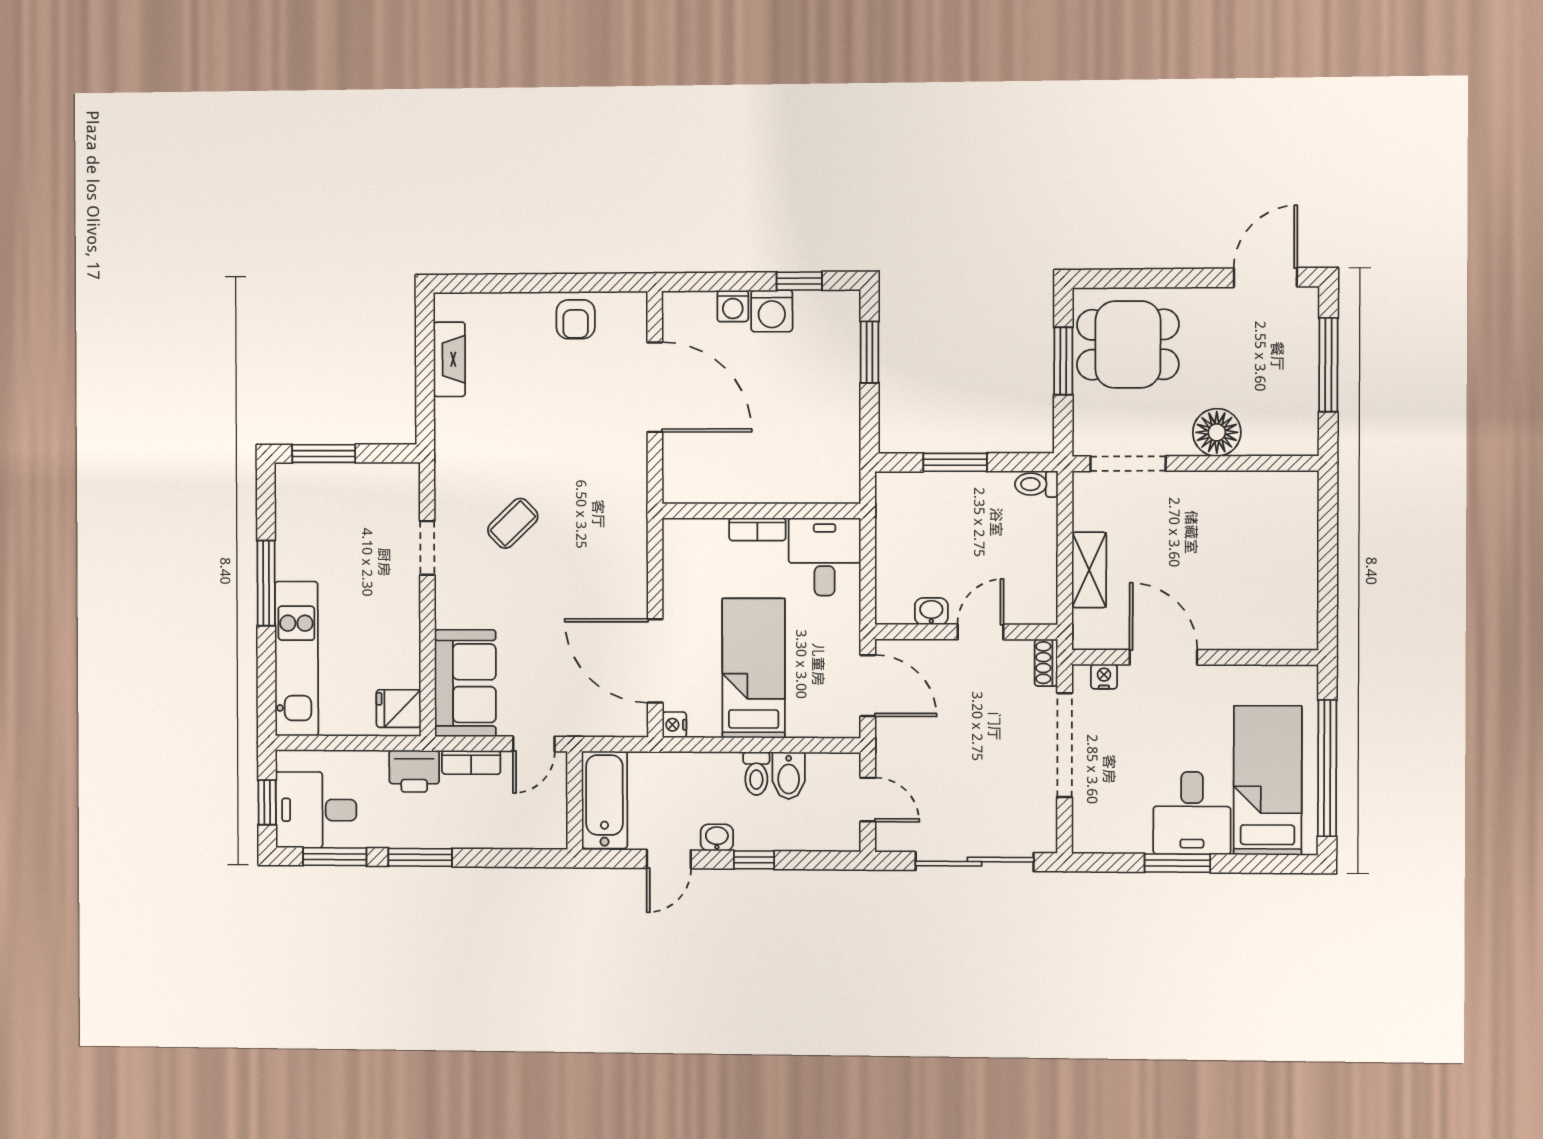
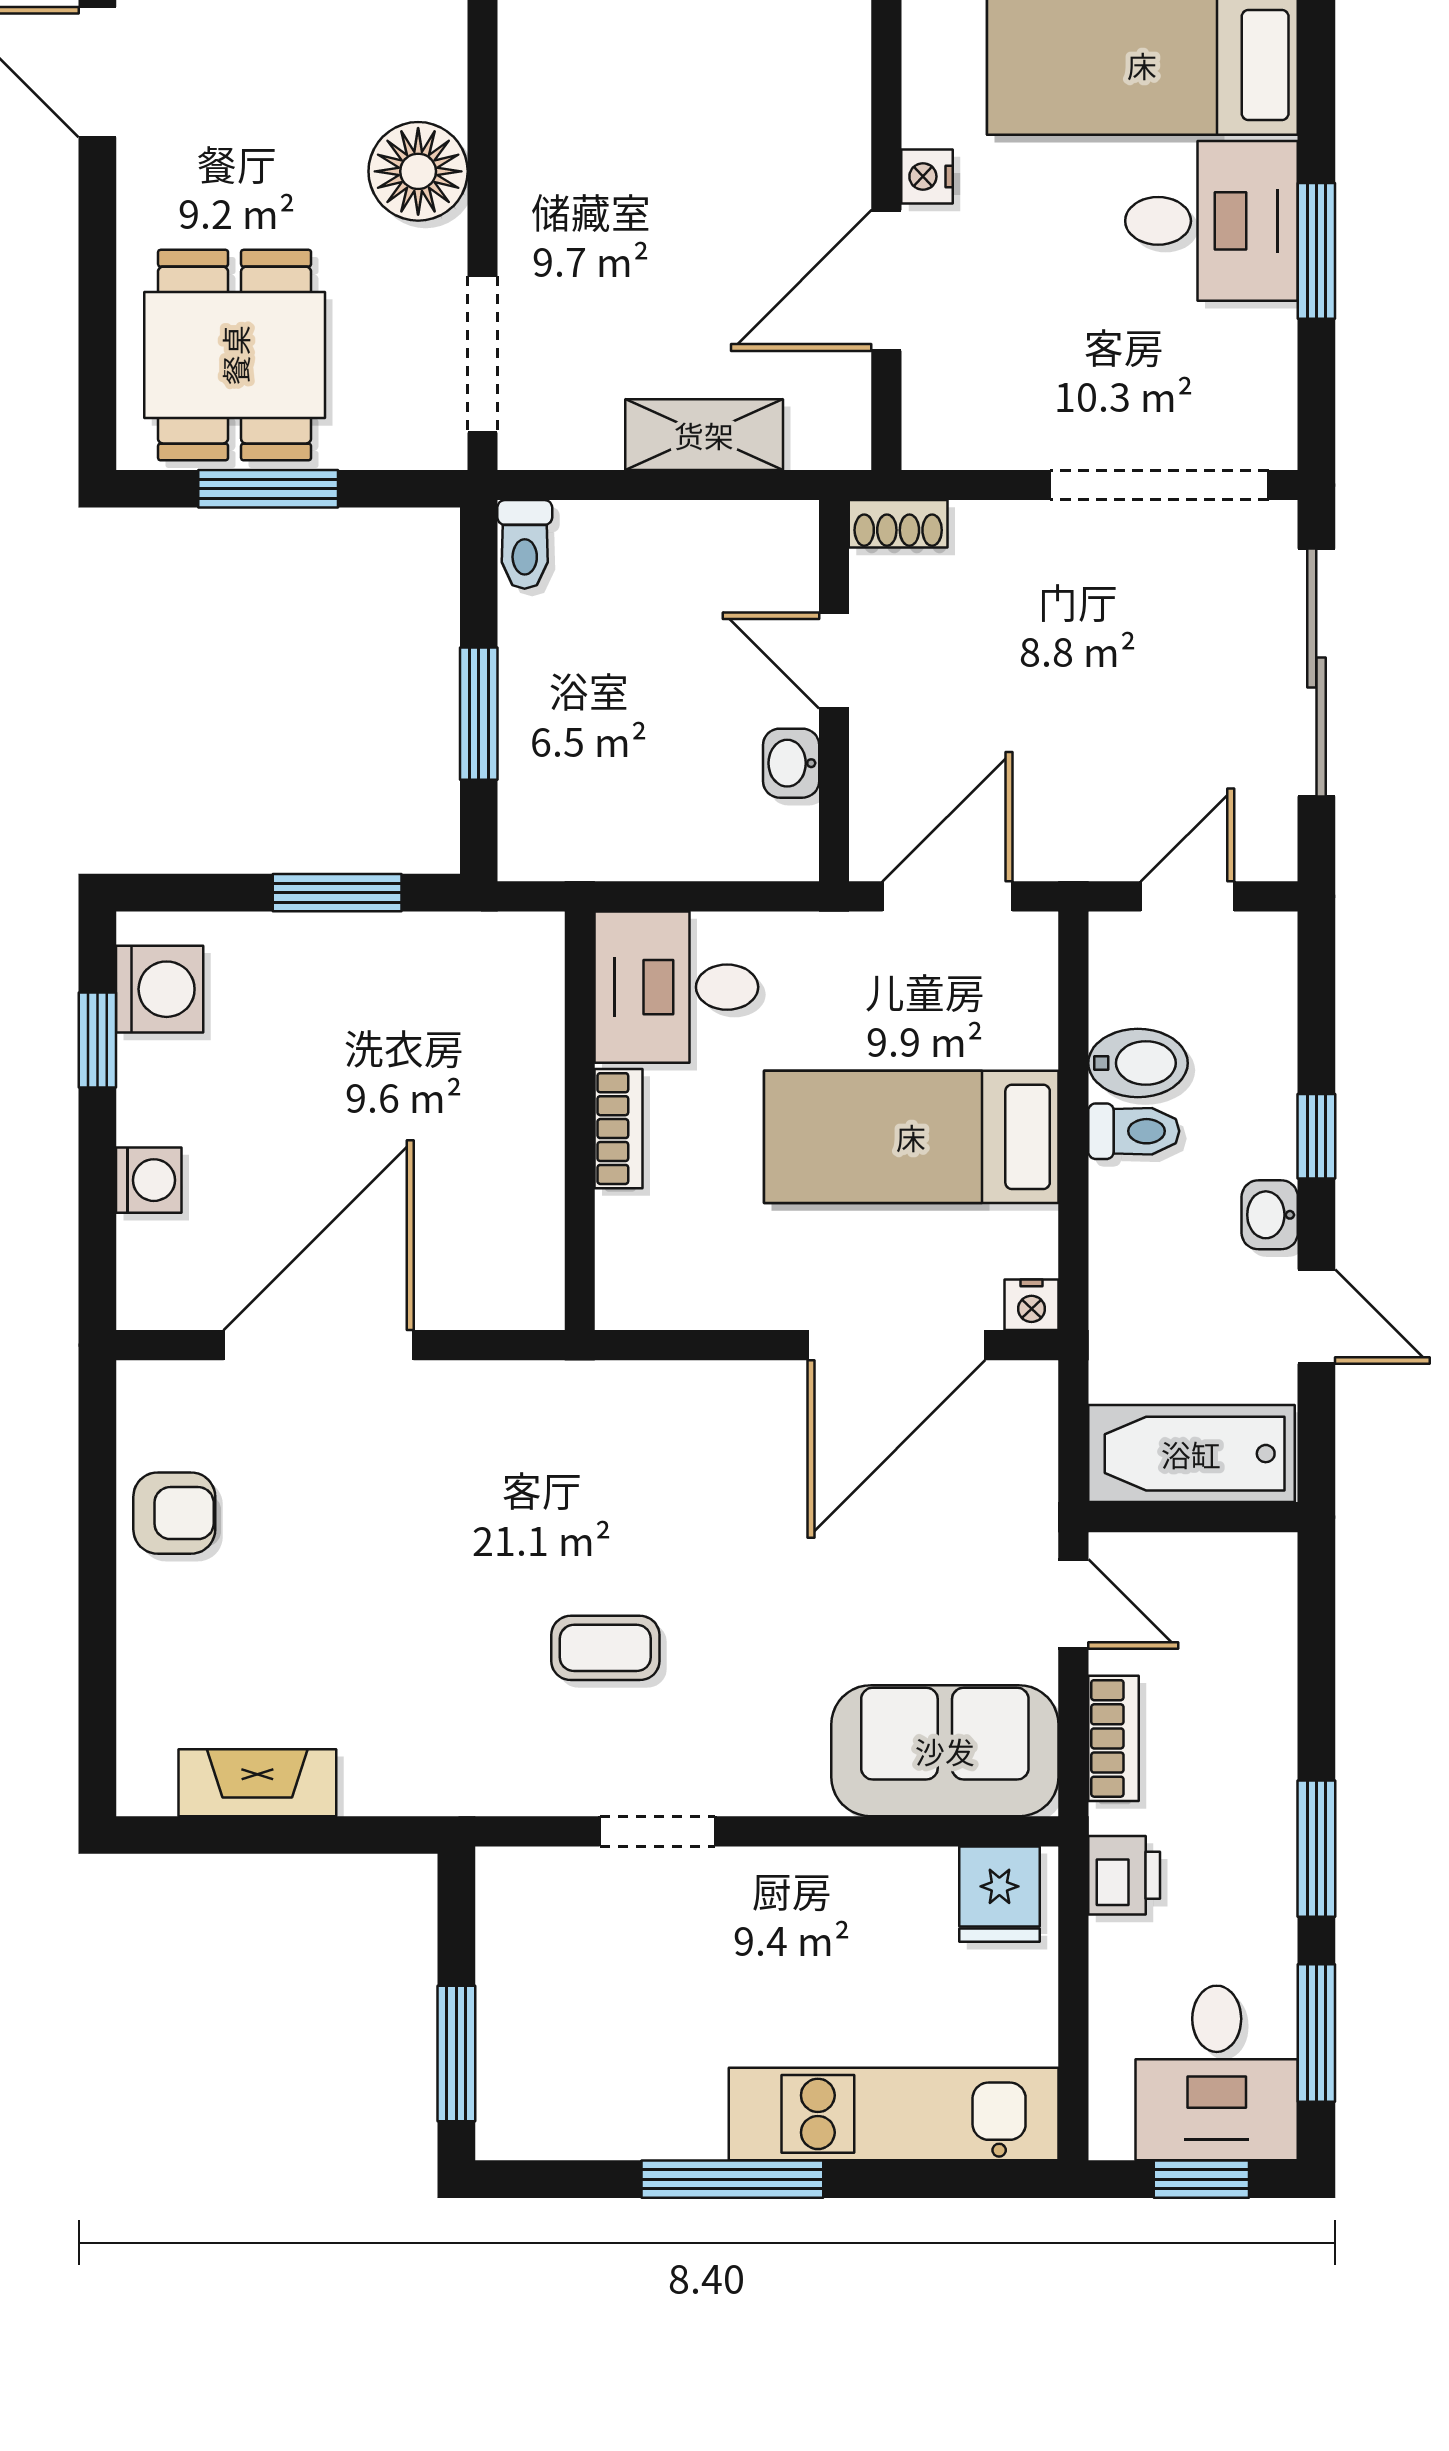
washing machine: (772, 311) -> (160, 989), moved
window: (870, 352) -> (337, 893), moved
coffee table: (513, 523) -> (605, 1648), turned -46
nightstand: (1104, 677) -> (927, 177), moved
doorway: (1065, 745) -> (1159, 485), moved
printer: (414, 771) -> (1124, 1875), width x0.73, depth x0.81

